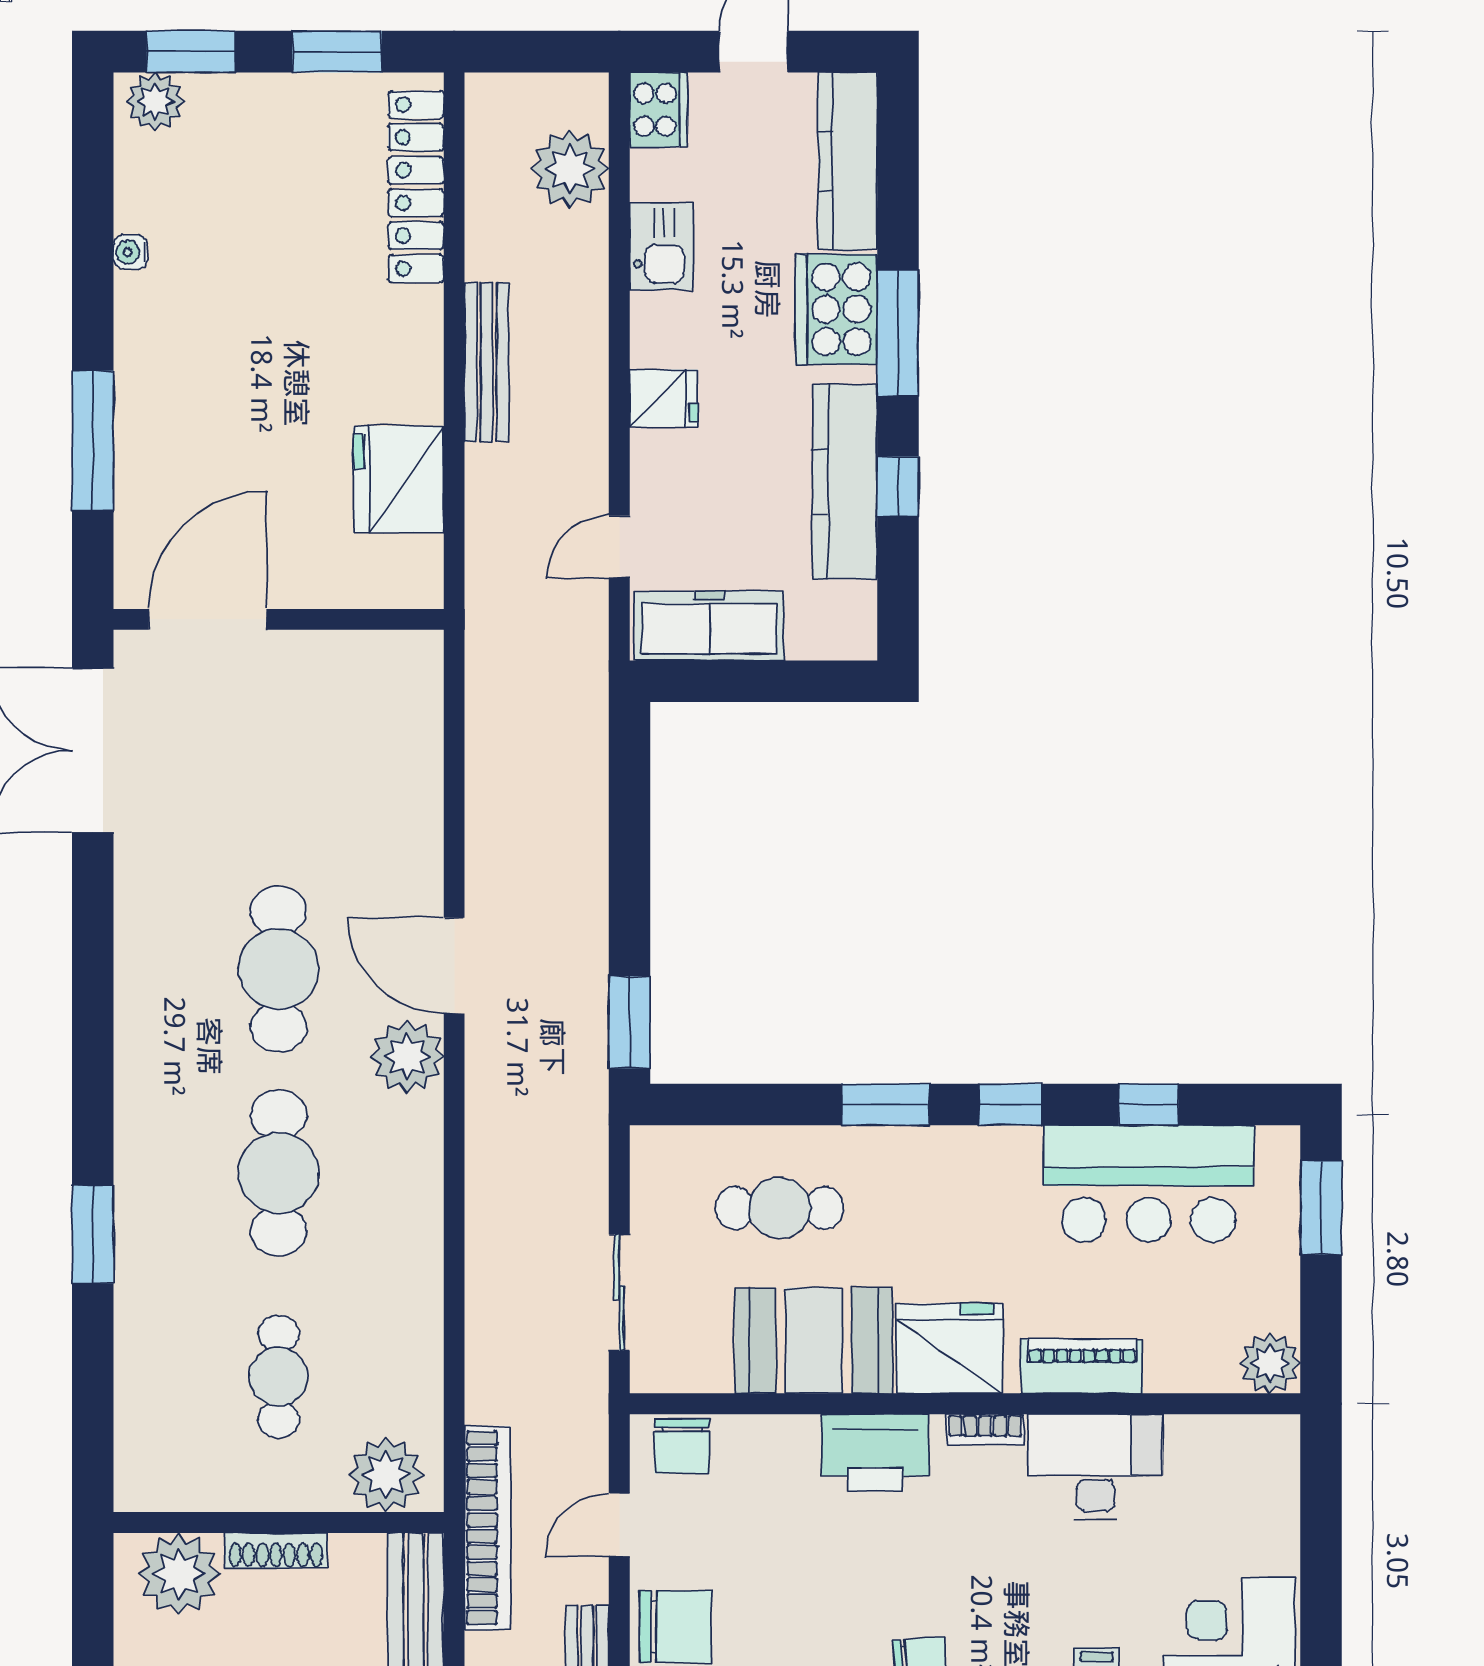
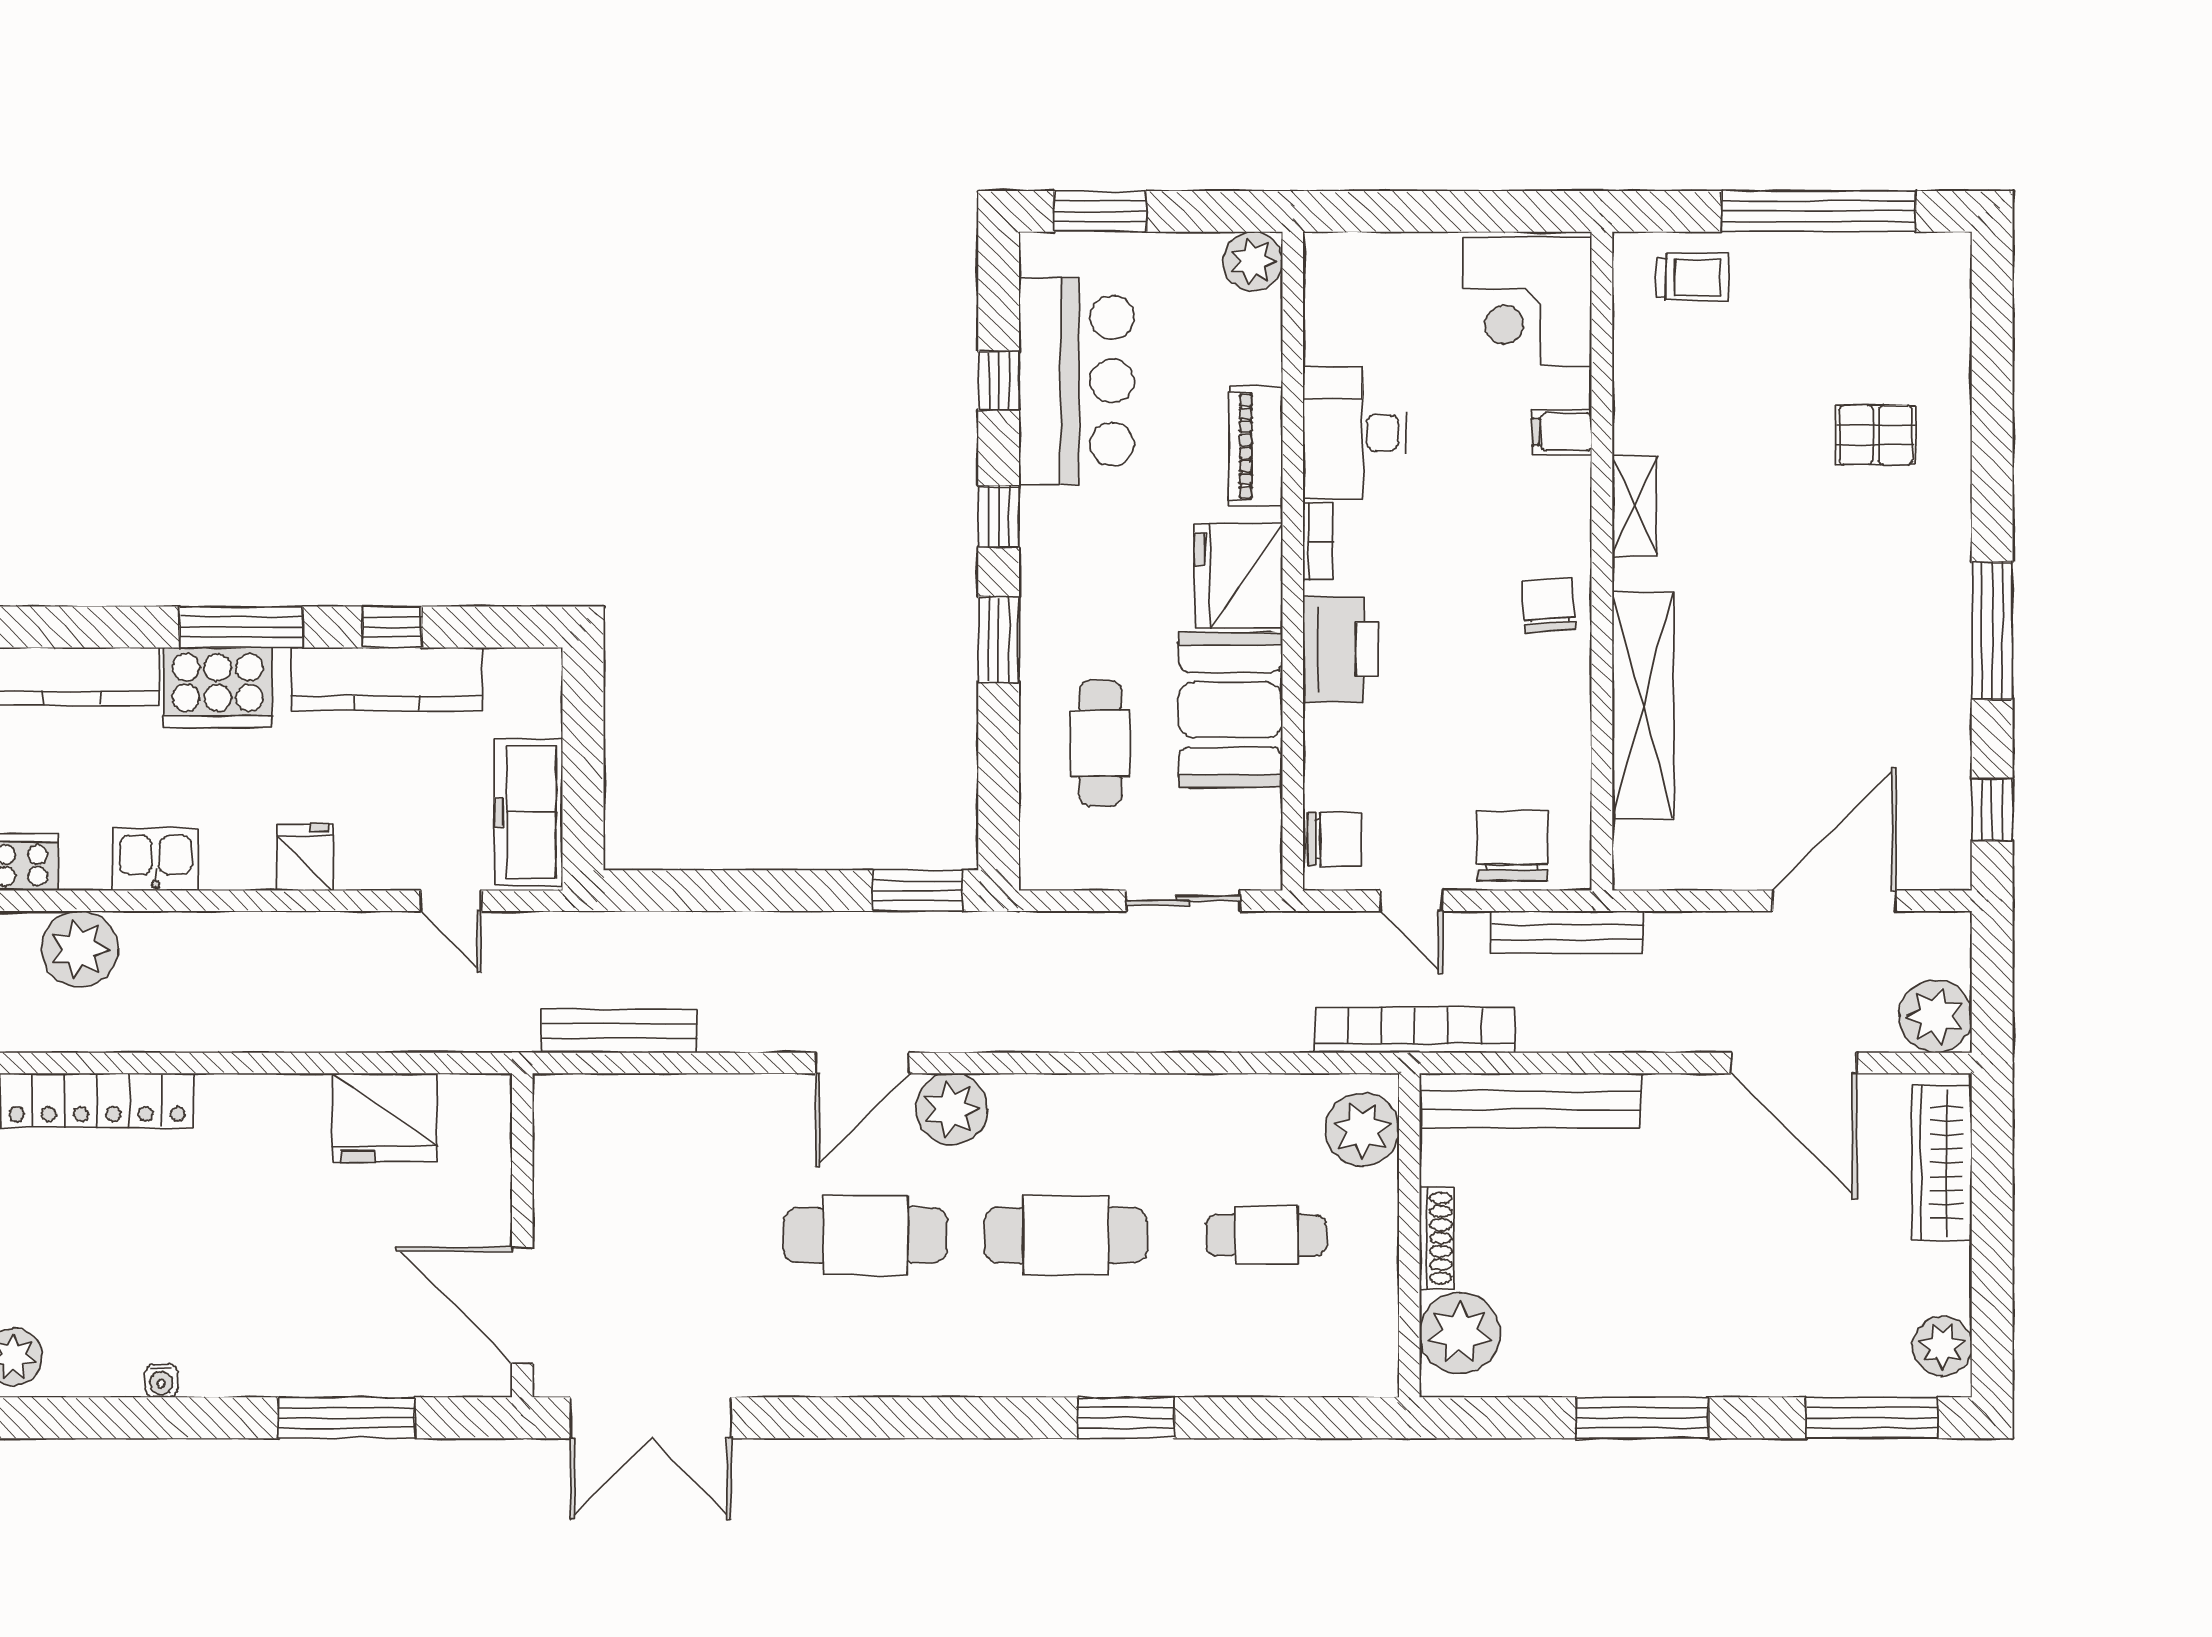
bench: (487, 362) -> (619, 1031), moved

